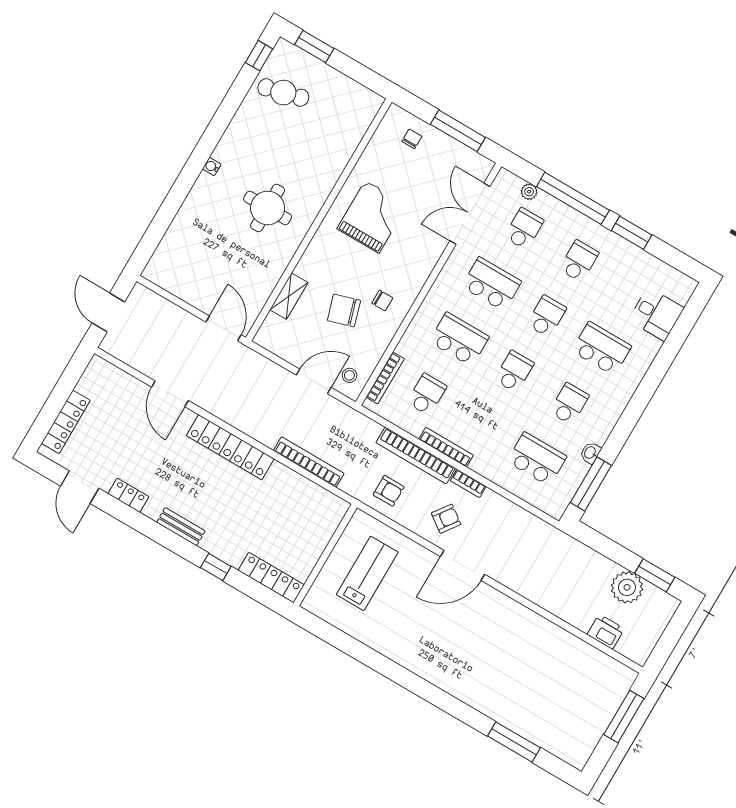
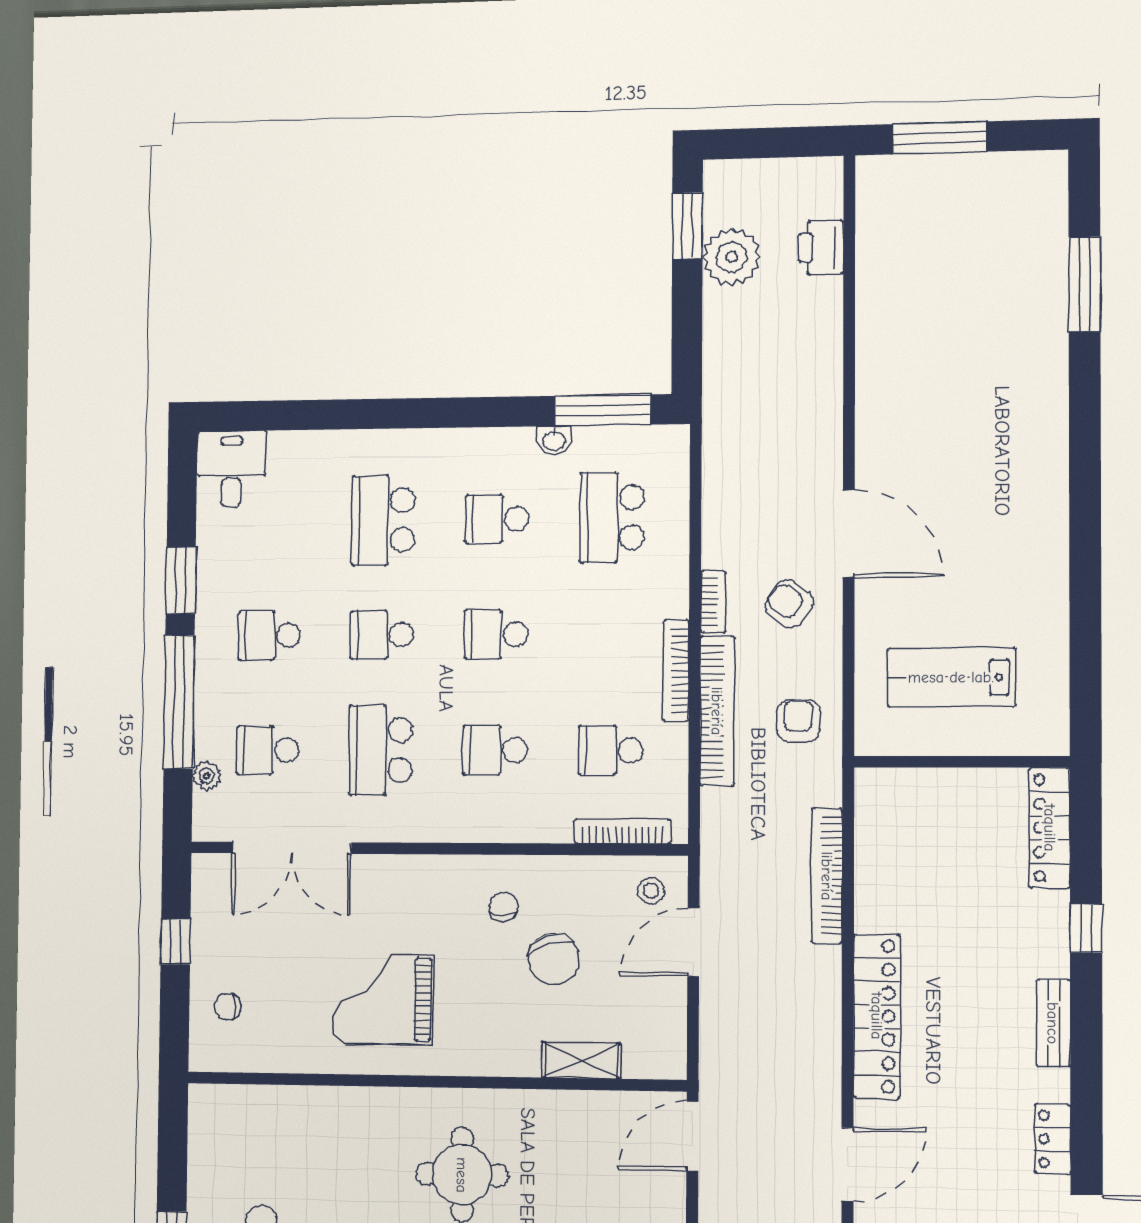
window: (458, 131) -> (176, 942), width x0.46
desk: (656, 314) -> (231, 469), moved
school desk: (459, 339) -> (495, 750), width x0.54
door: (314, 381) -> (693, 942), hinge flipped

